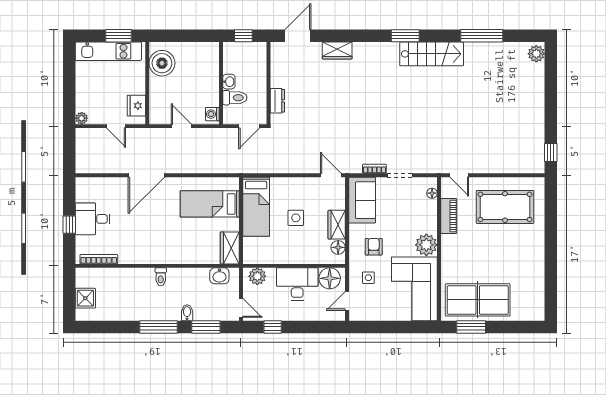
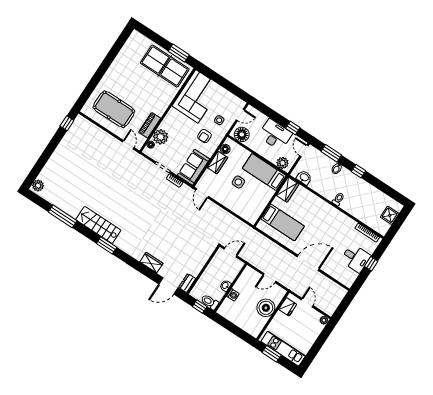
boiler: (162, 63) -> (266, 308), moved
toilet: (235, 98) -> (210, 302), moved
dresser: (277, 101) -> (187, 283), moved
washing machine: (212, 114) -> (233, 295), moved
door: (181, 126) -> (269, 278), hinge flipped
bed: (256, 207) -> (264, 172), moved, turned -90
plant: (426, 245) -> (161, 137), moved
desk: (297, 284) -> (275, 135), moved, turned 180
window: (158, 327) -> (359, 171), width x0.46

